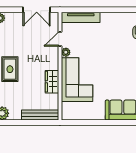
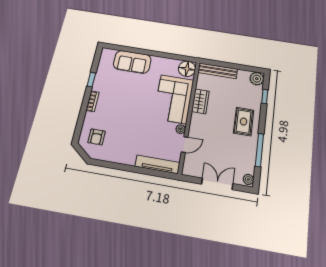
double door: (37, 10) -> (217, 184), moved
floor lamp: (69, 112) -> (187, 69), added

